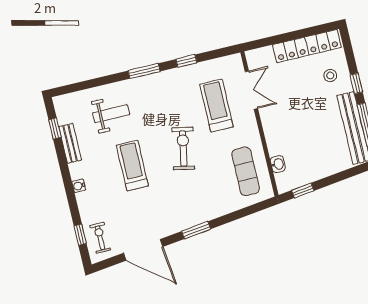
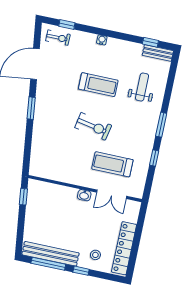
treadmill: (216, 106) -> (112, 164), turned 180
weight bench: (111, 114) -> (142, 87), turned 180
bench: (70, 143) -> (158, 53), moved
washbasin: (278, 164) -> (84, 195), moved
exercise mat: (246, 171) -> (56, 163), removed

